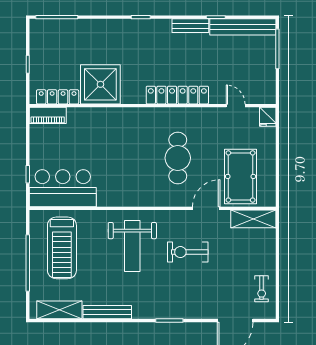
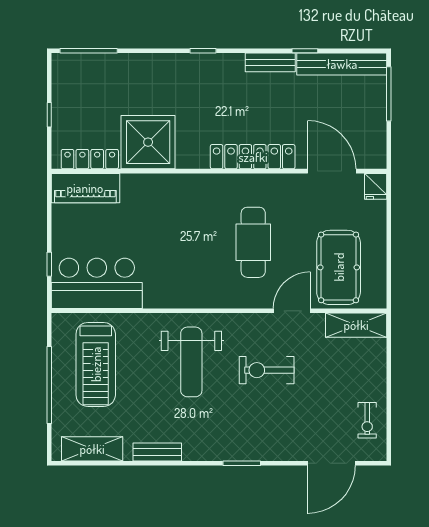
door: (236, 106) -> (332, 171), width x1.88
piano: (48, 115) -> (85, 188), width x1.37, depth x1.33
bench: (107, 312) -> (157, 452), width x0.73

